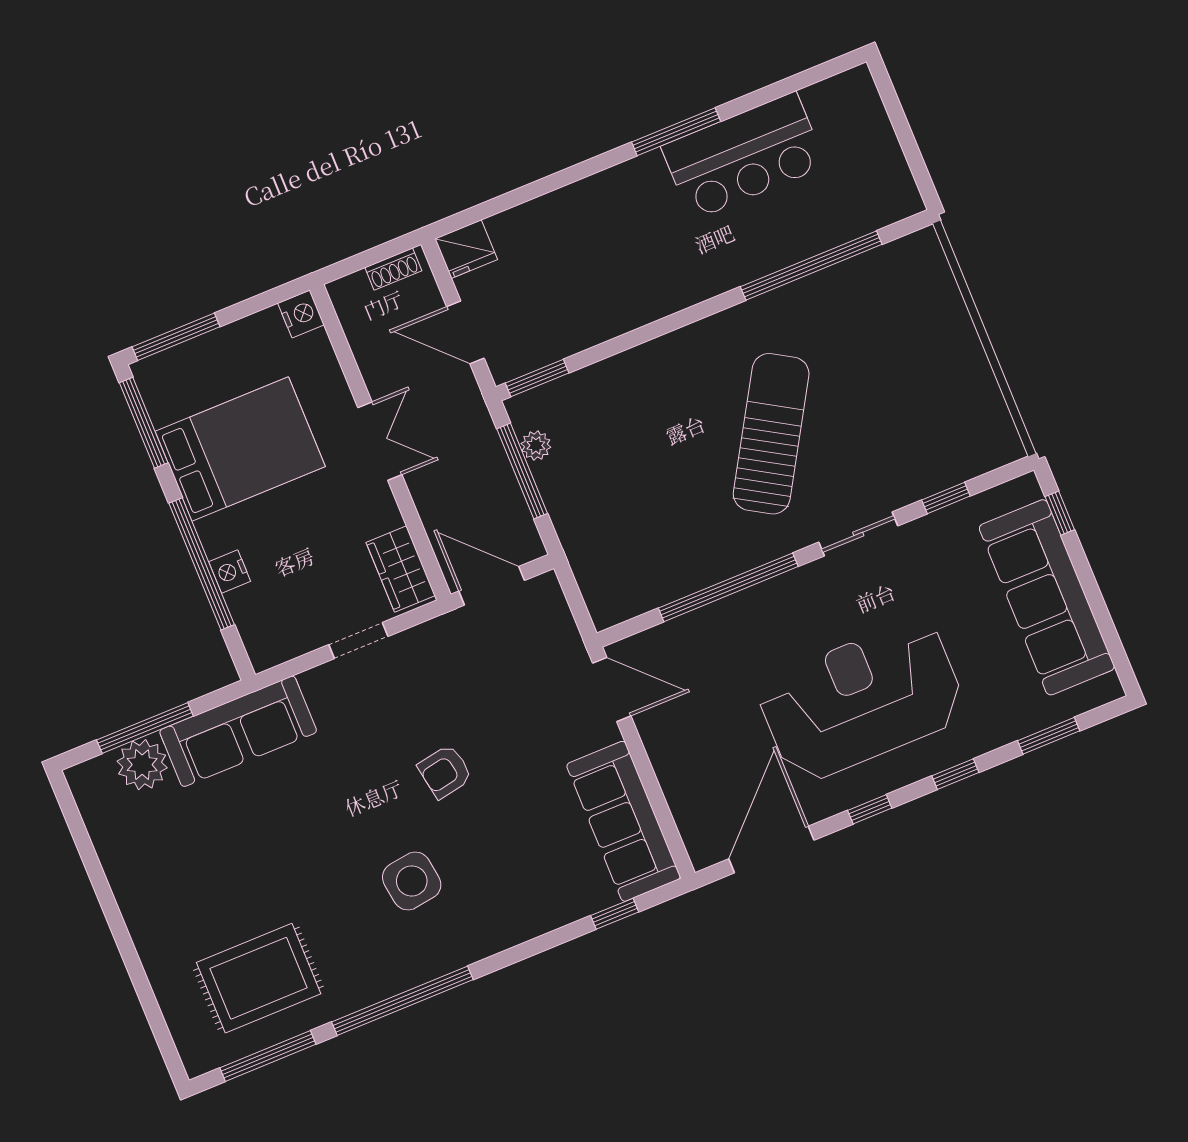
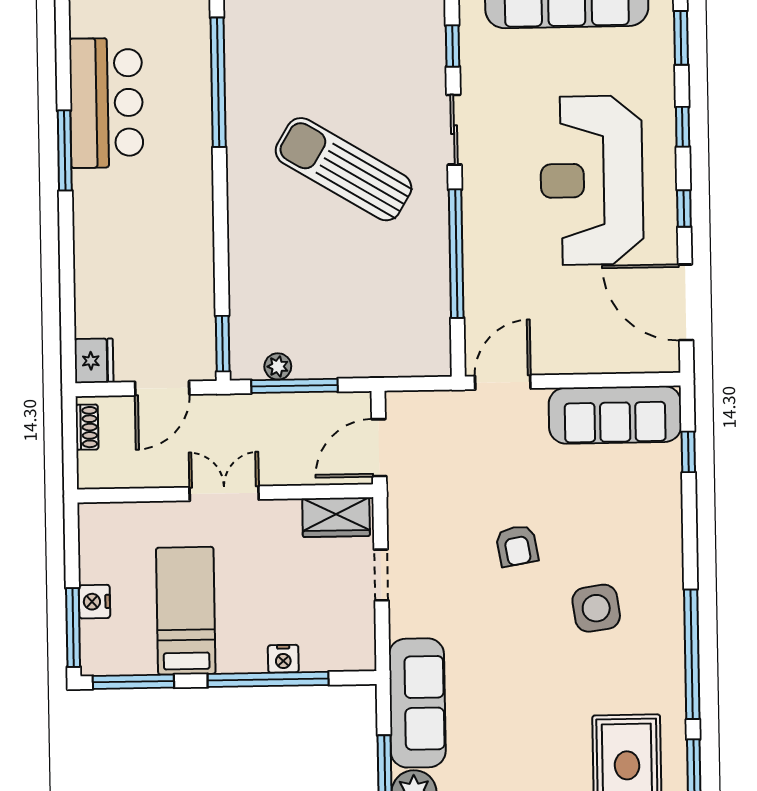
nightstand: (301, 314) -> (94, 602), moved, turned -90
bed: (240, 449) -> (186, 611), width x0.67

